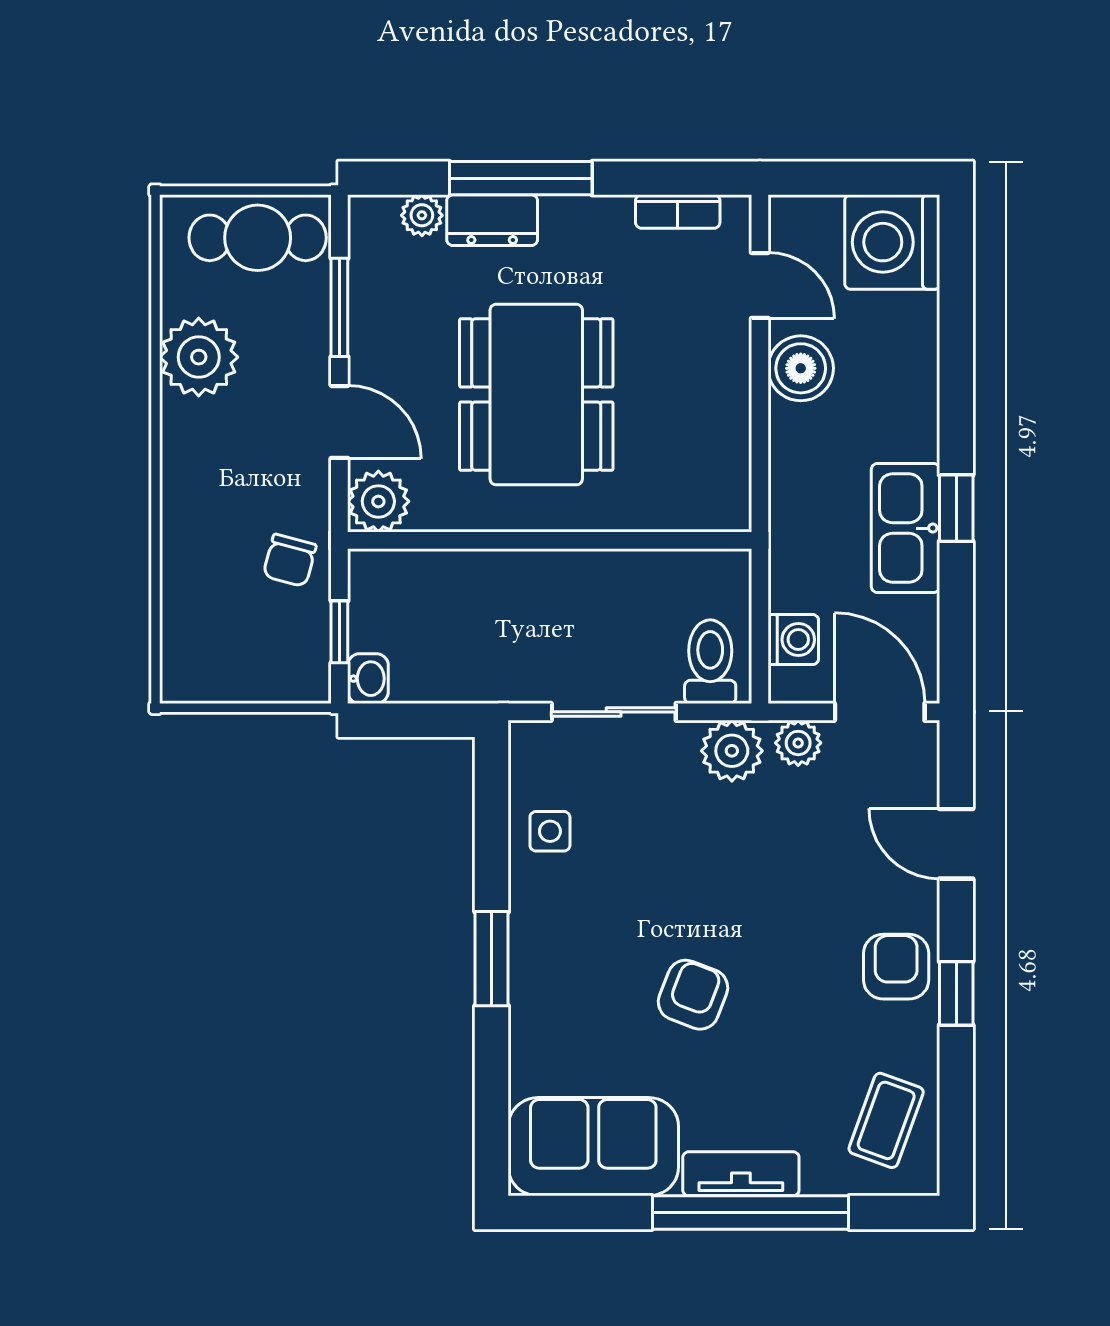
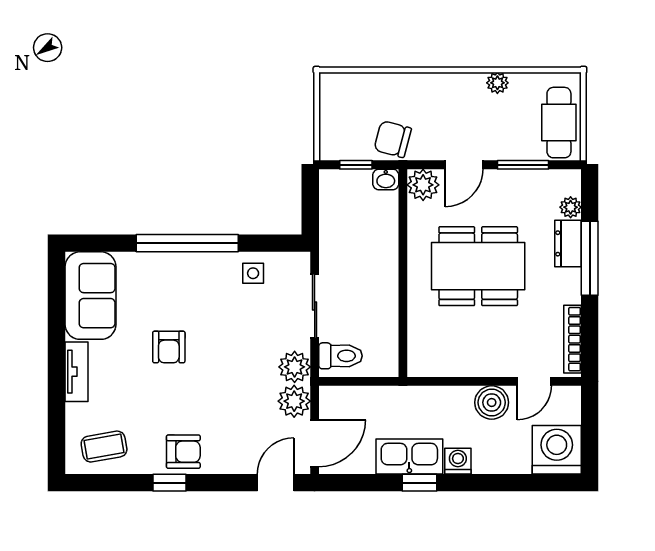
bookcase: (678, 212) -> (572, 339), width x1.56
plant: (199, 357) -> (497, 83), width x0.53, depth x0.53
chair: (290, 560) -> (393, 139), width x1.37, depth x1.37
washing machine: (793, 640) -> (458, 461), moved, turned 180
washbasin: (368, 679) -> (386, 179), moved
plant: (798, 743) -> (294, 401), width x1.38, depth x1.38
door: (956, 844) -> (276, 483), moved
window: (492, 959) -> (187, 243), width x2.11
armchair: (693, 995) -> (169, 347), turned 69
coffee table: (886, 1120) -> (104, 447), turned -30
window: (751, 1213) -> (57, 377), removed

